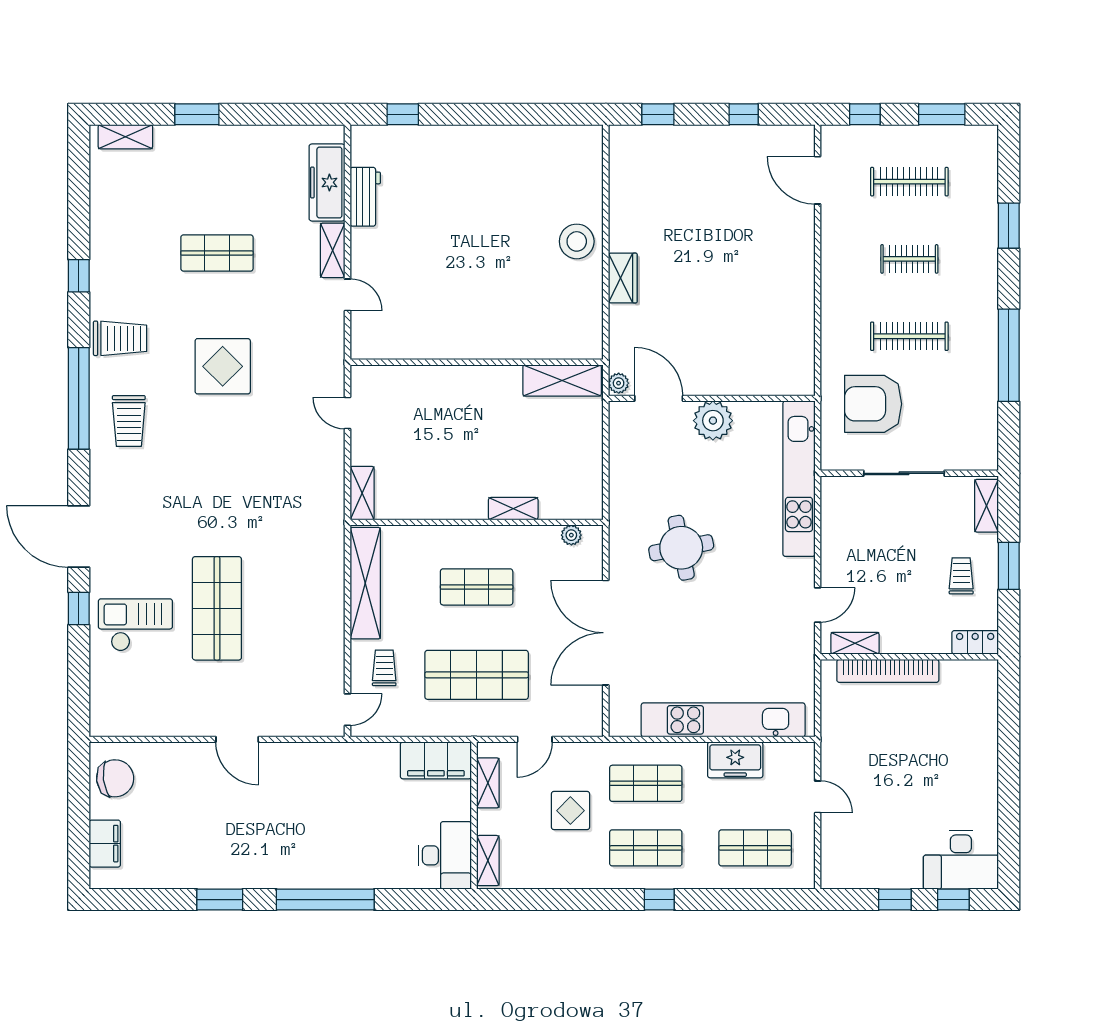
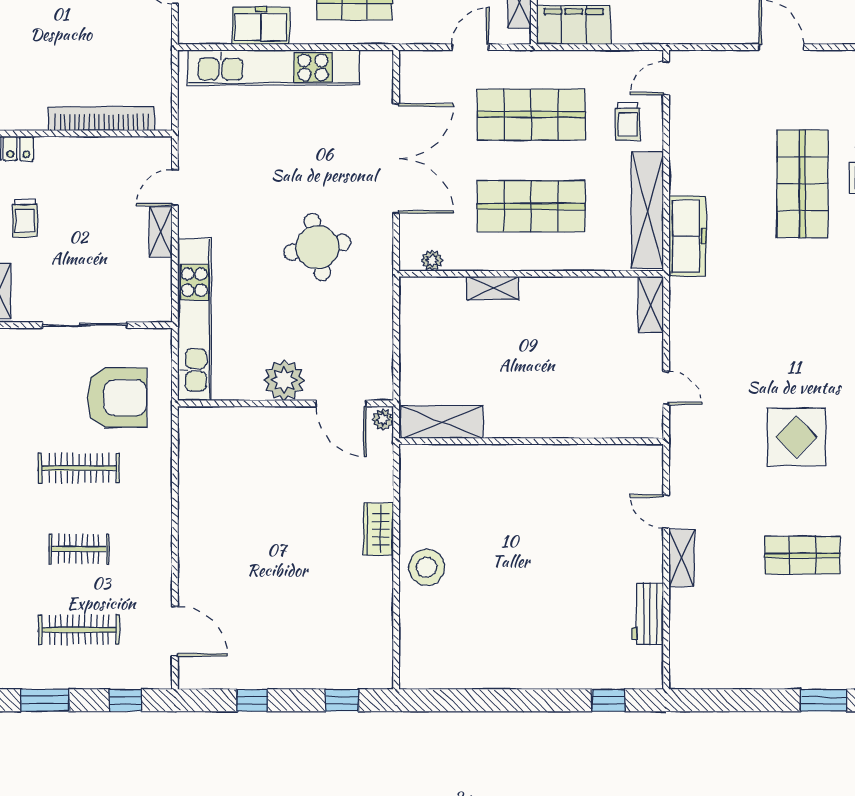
freezer: (327, 182) -> (687, 236), moved
shop shelf: (477, 587) -> (531, 206), width x1.43, depth x1.36
shelving: (855, 643) -> (161, 232), moved, turned 90

